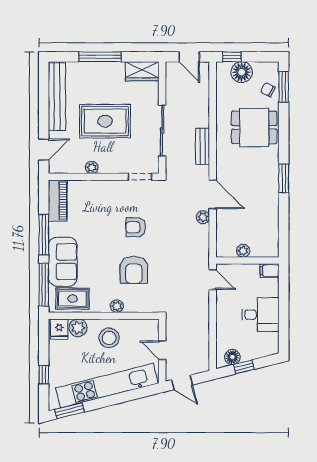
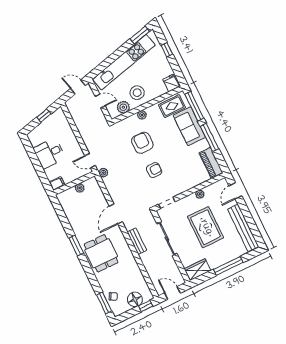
rug: (105, 121) -> (206, 227), turned 90
dining table: (254, 127) -> (101, 253), moved, turned 90
door: (213, 194) -> (116, 214), hinge flipped
plant: (203, 217) -> (103, 173), moved
plant: (78, 328) -> (123, 107), moved
floor lamp: (232, 357) -> (54, 118), removed

